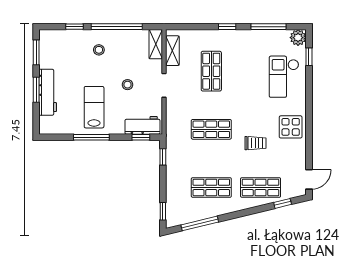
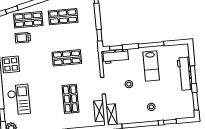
trolley: (255, 143) -> (23, 38), moved

